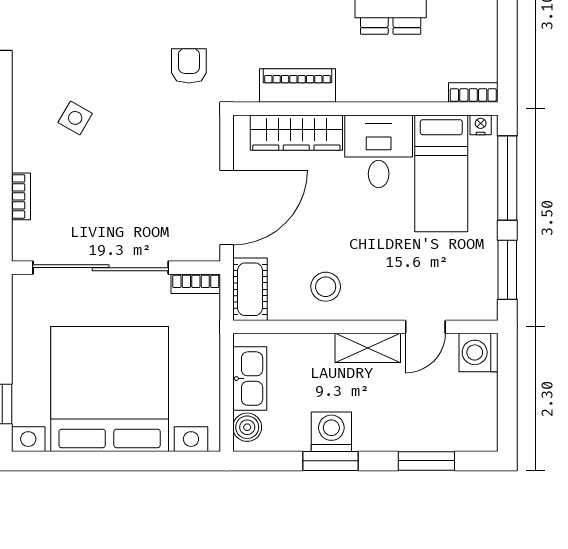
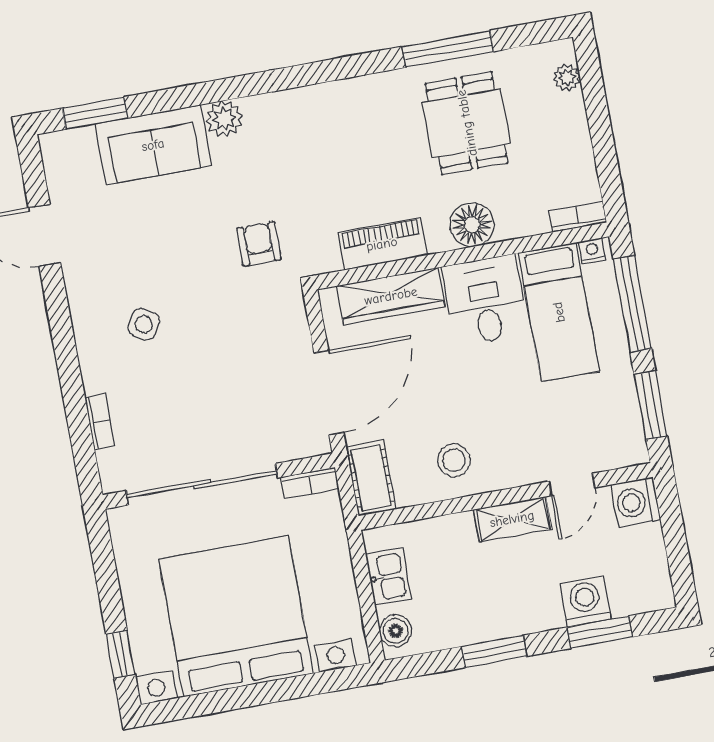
floor lamp: (379, 83) -> (472, 225), added
kitchen sink: (250, 379) -> (389, 577), width x0.73
washing machine: (331, 432) -> (585, 601), moved

